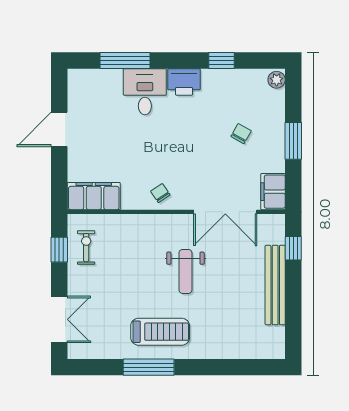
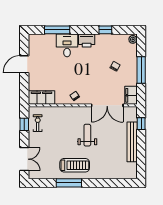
window: (293, 141) -> (141, 70), width x1.44
weight bench: (185, 271) -> (87, 135), turned 180

